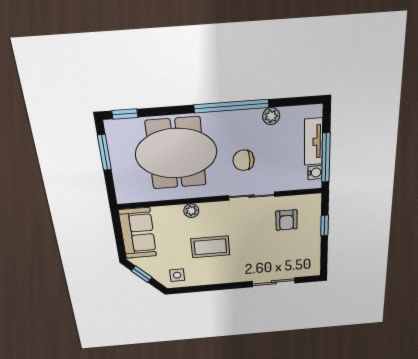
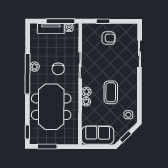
plant: (271, 116) -> (35, 67), moved
plant: (208, 210) -> (86, 92), added
armchair: (286, 220) -> (109, 38), moved

